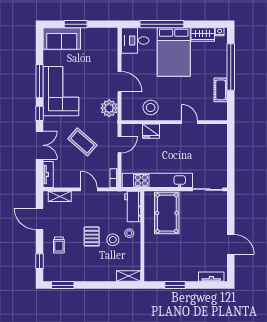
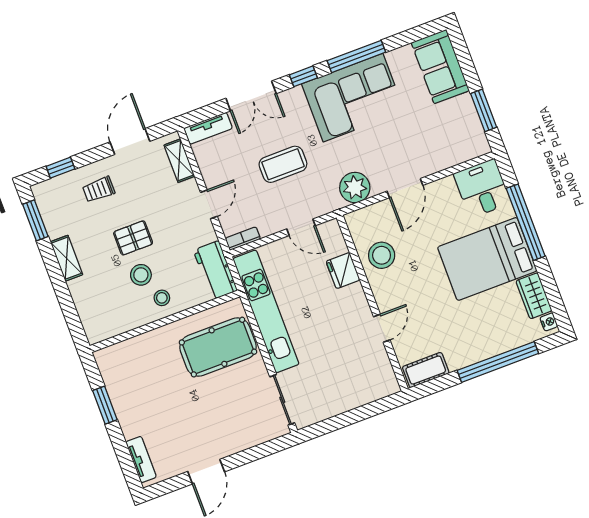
window: (76, 24) -> (484, 110), moved
cot: (221, 90) -> (426, 370), moved
coffee table: (82, 142) -> (283, 164), turned 49
workbench: (133, 207) -> (215, 270), moved, turned -90
shelving: (129, 276) -> (67, 258), moved

